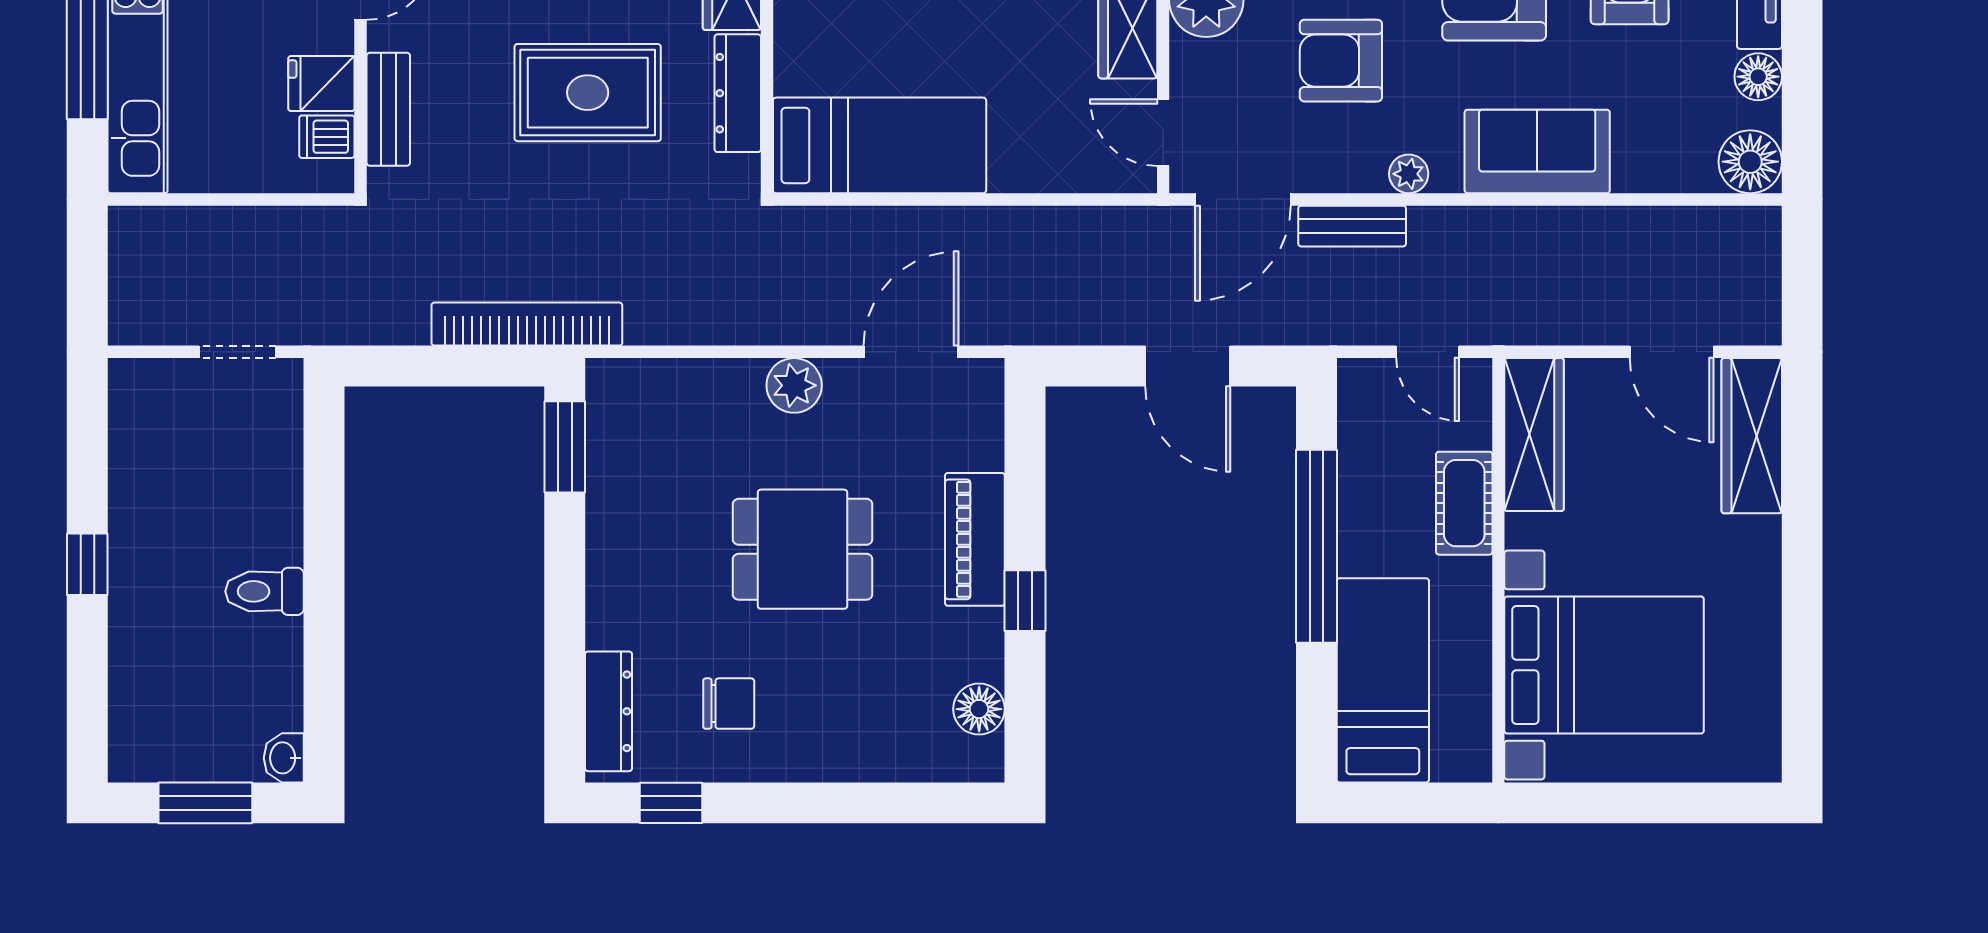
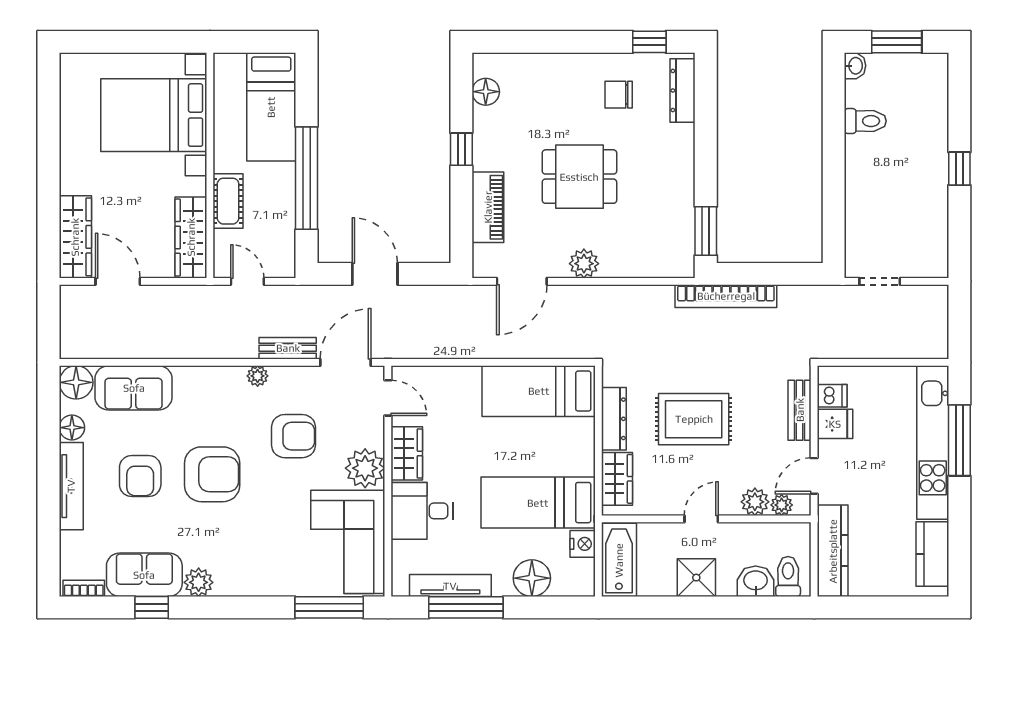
sofa: (1537, 151) -> (134, 388), moved
piano: (975, 539) -> (488, 207), moved
toilet: (265, 591) -> (865, 121), moved

